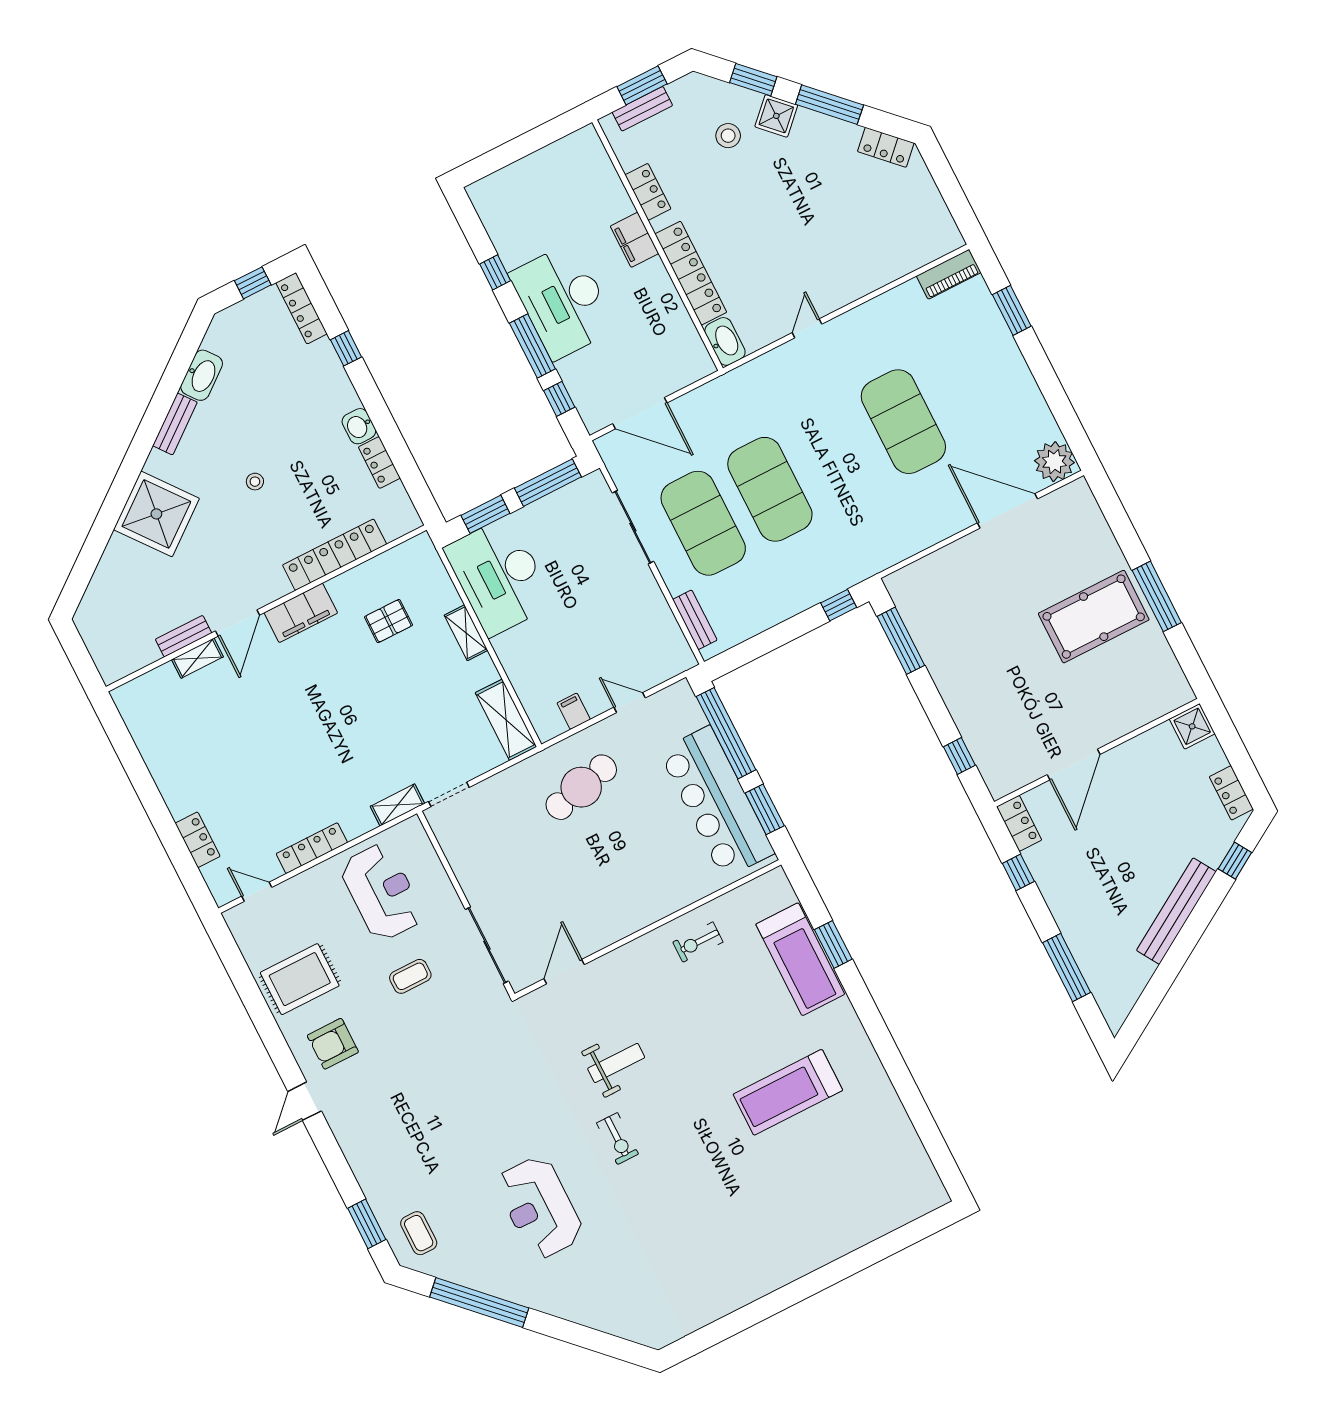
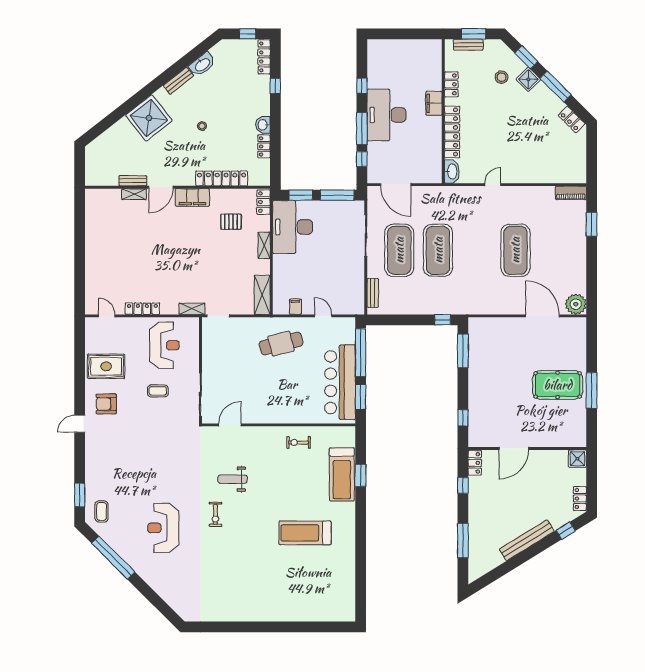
locker: (198, 840) -> (263, 202), moved, turned 180
weight bench: (616, 1063) -> (233, 479), turned 180

